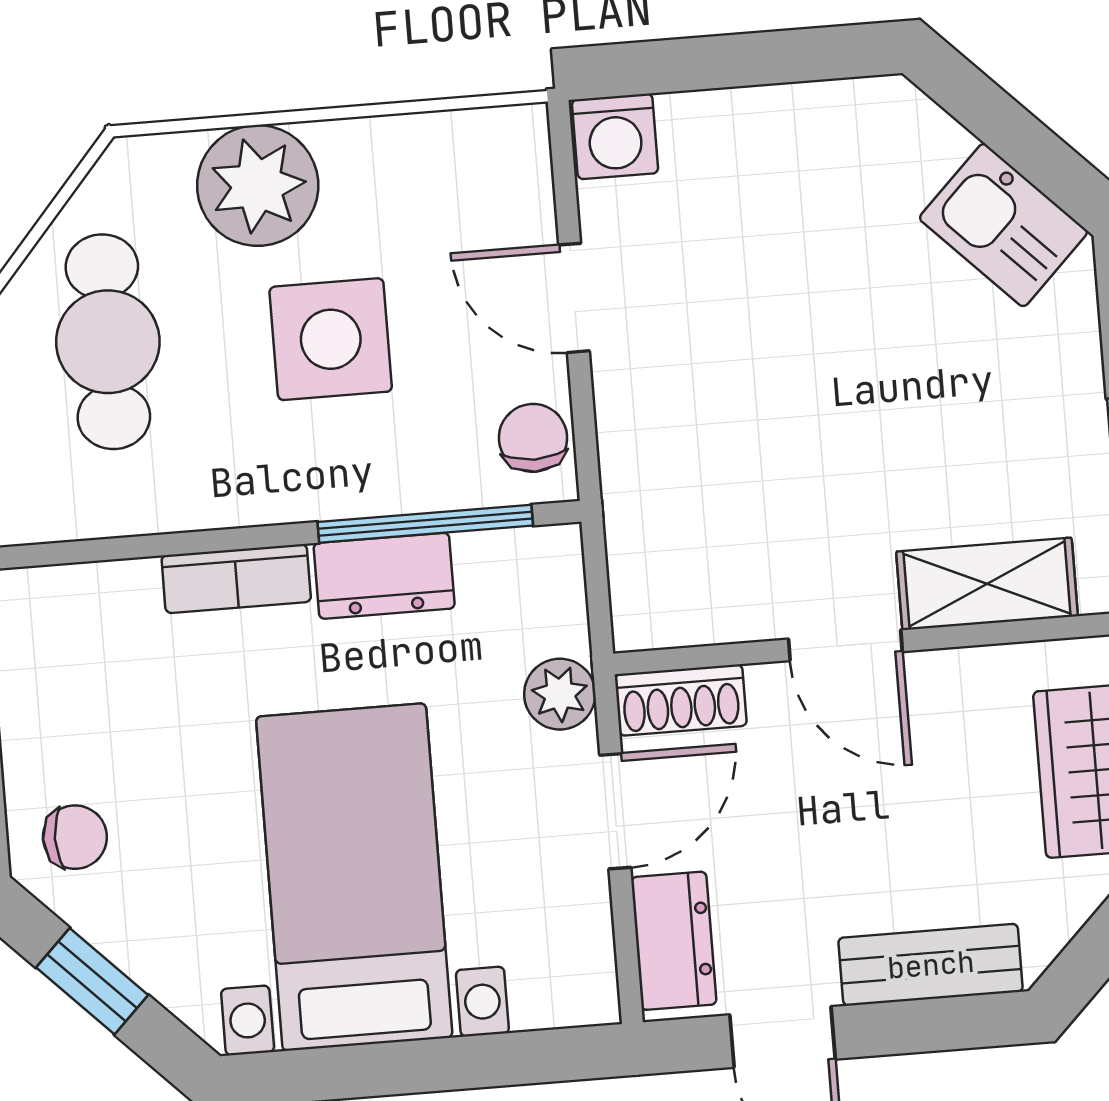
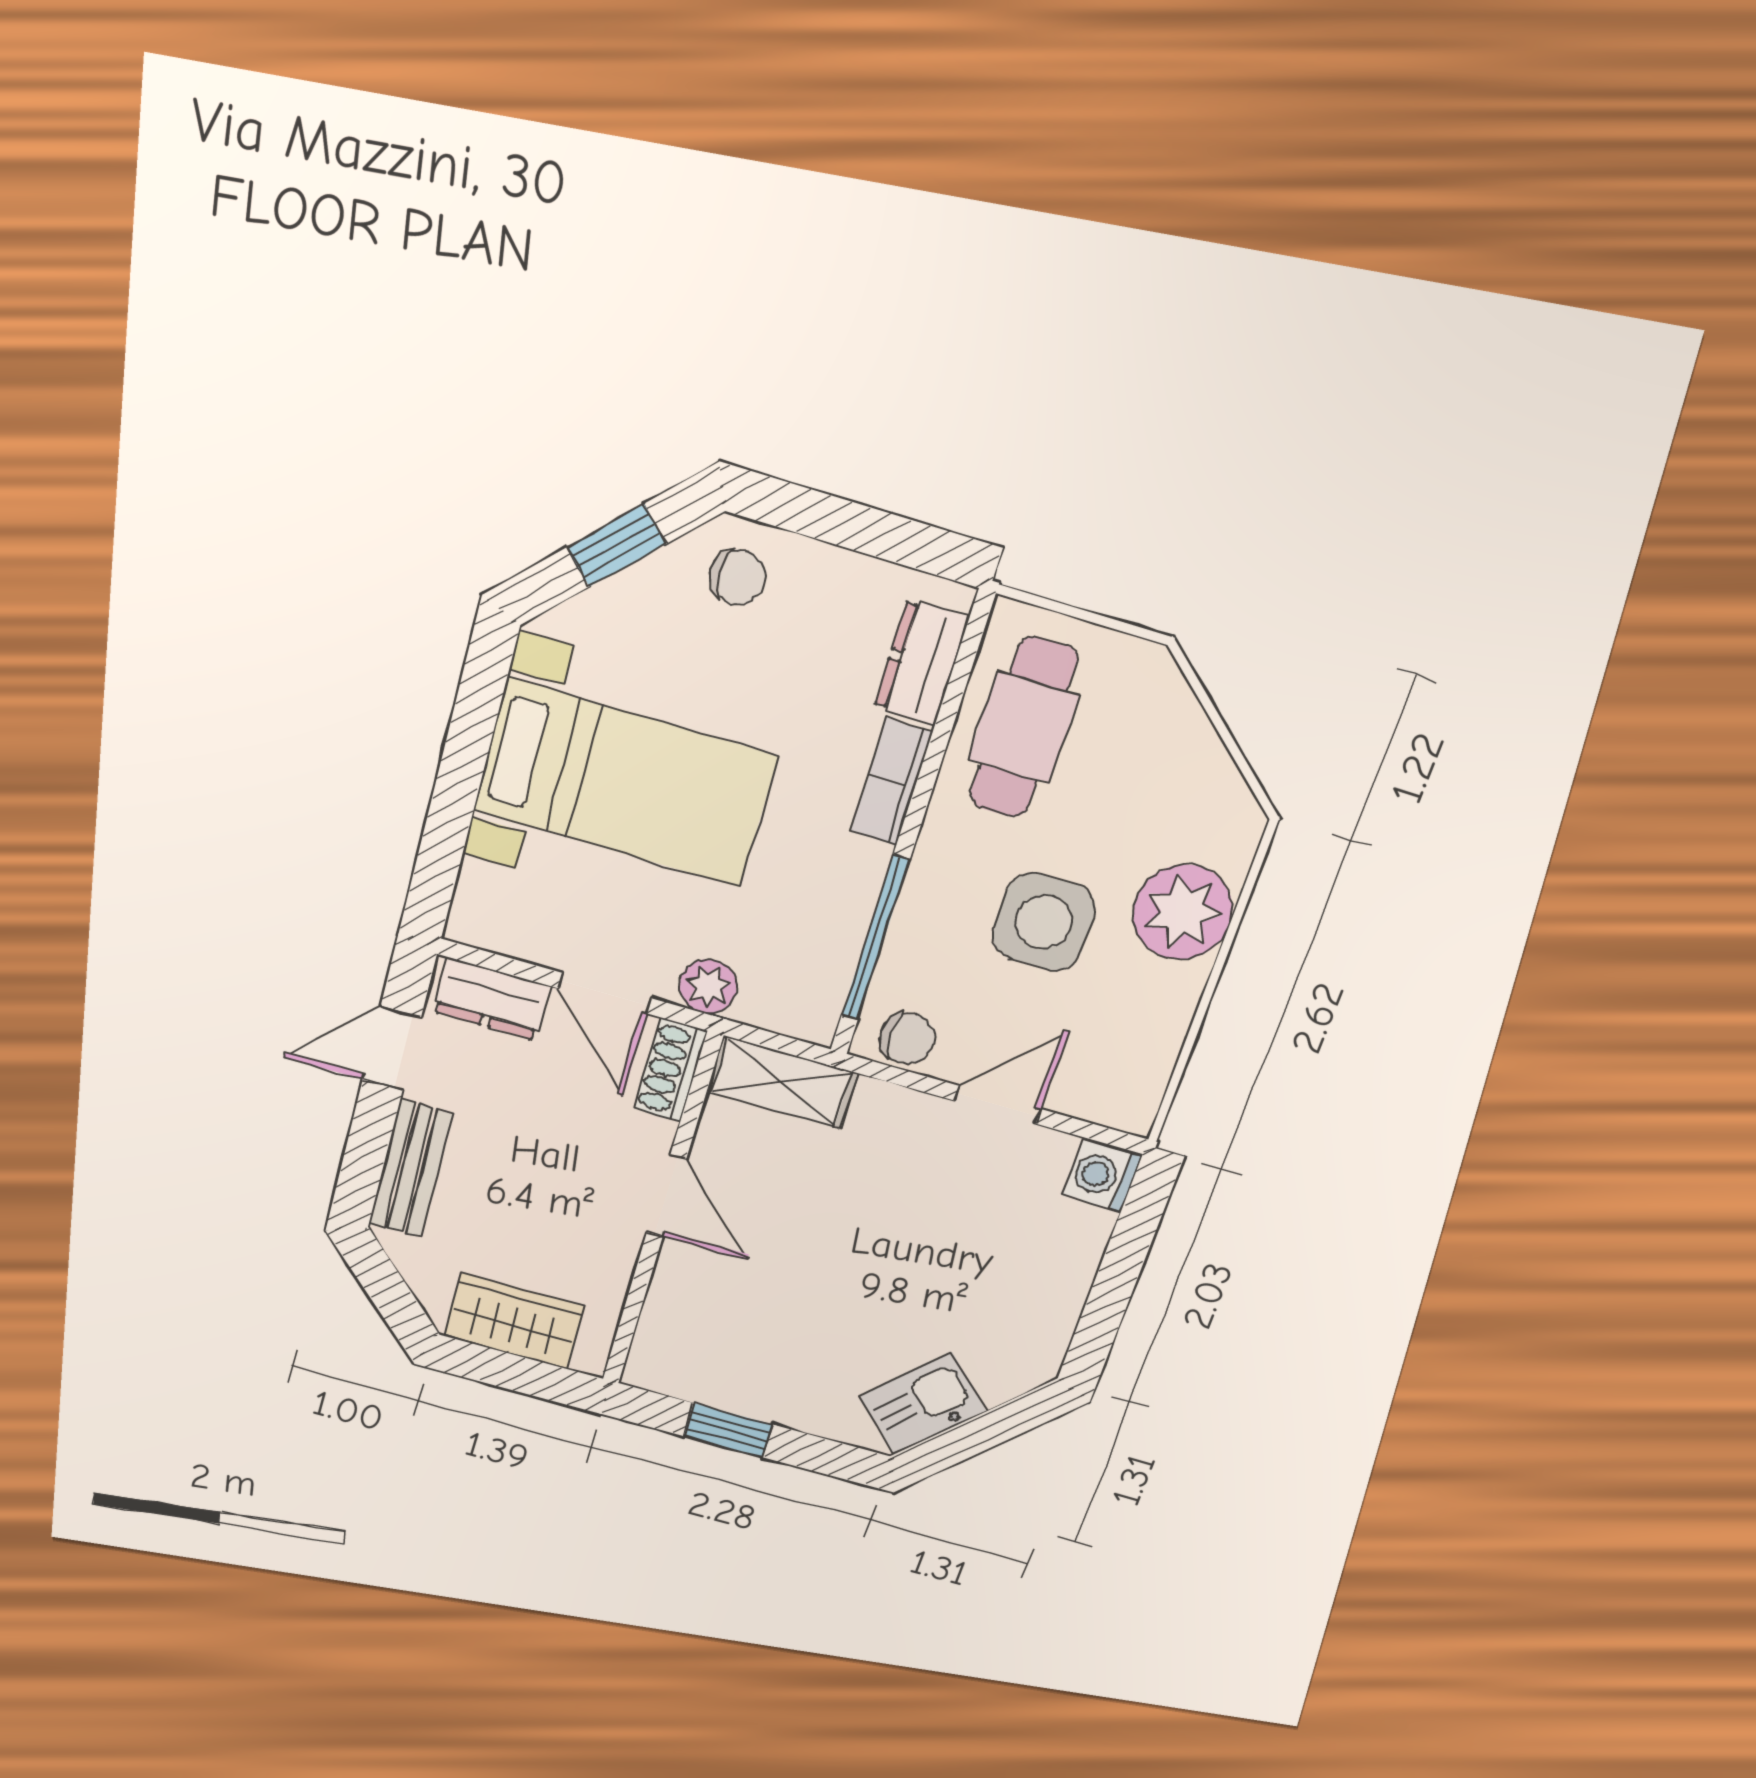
cafe table: (108, 342) -> (1023, 728), moved, turned 90
dresser: (384, 576) -> (921, 662), moved
shelving: (987, 584) -> (782, 1082), moved, turned 90
door: (845, 645) -> (667, 1196), swing flipped
chair: (75, 837) -> (738, 577), turned -90

